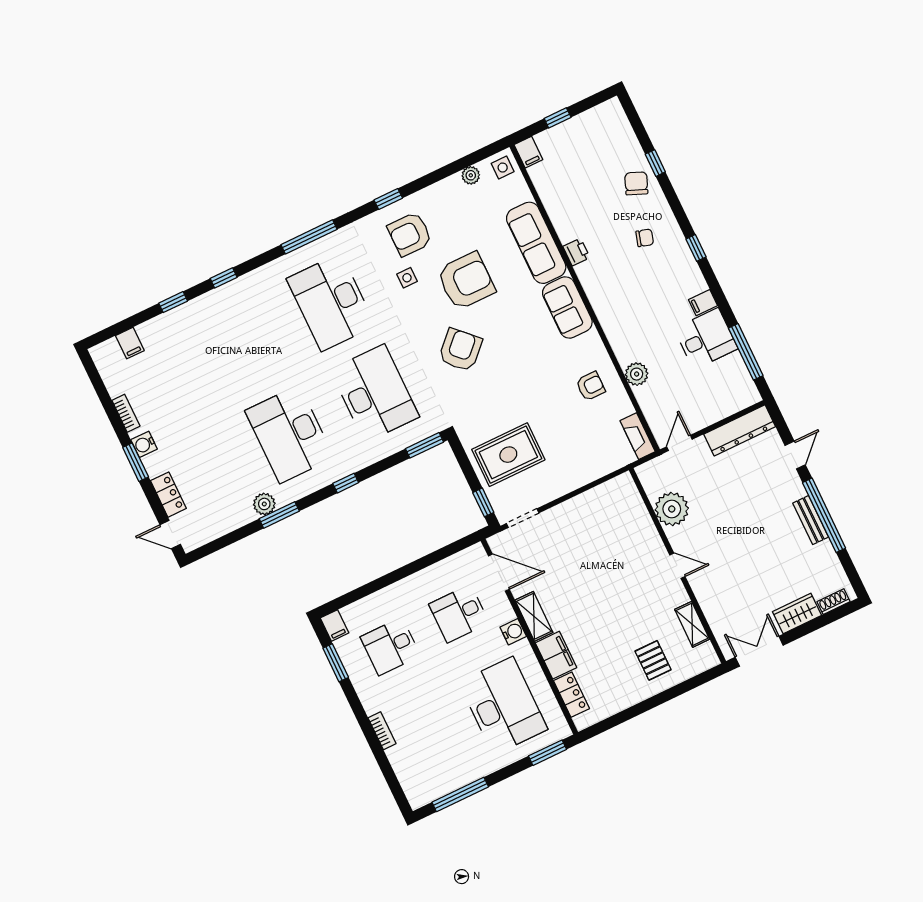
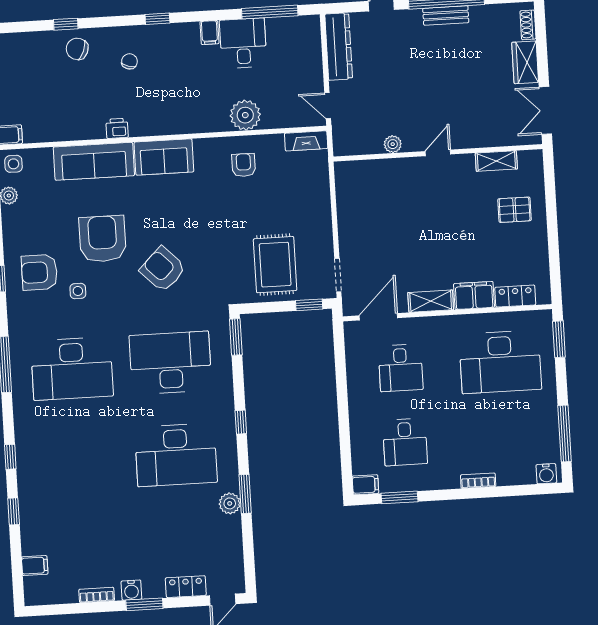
armchair: (410, 234) -> (39, 272), turned 90
plant: (637, 374) -> (245, 115), width x1.36, depth x1.36
plant: (672, 509) -> (393, 144), width x0.53, depth x0.53
water cooler: (513, 632) -> (546, 474), moved, turned 180
desk: (503, 706) -> (500, 362), turned 180

